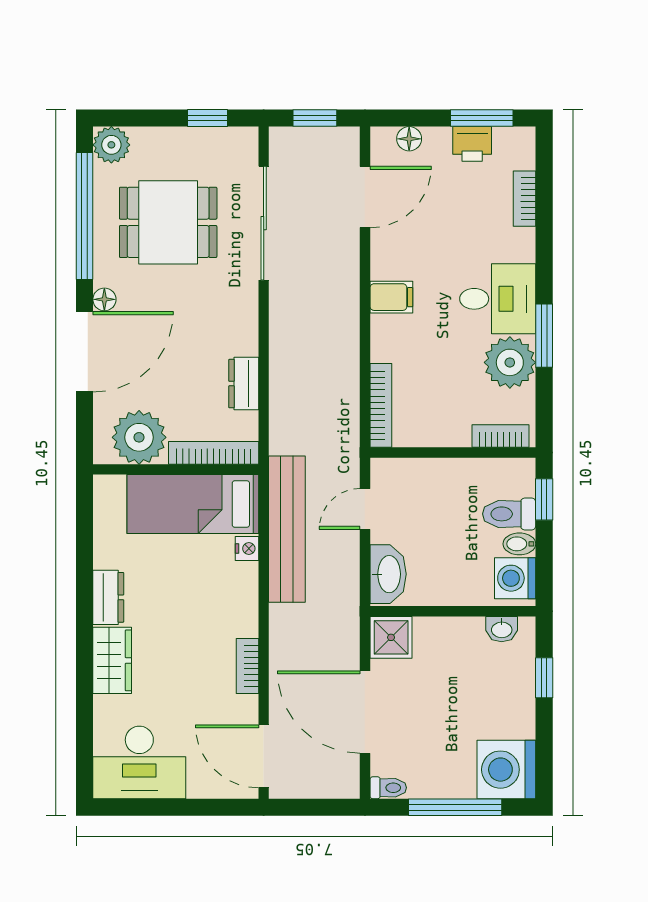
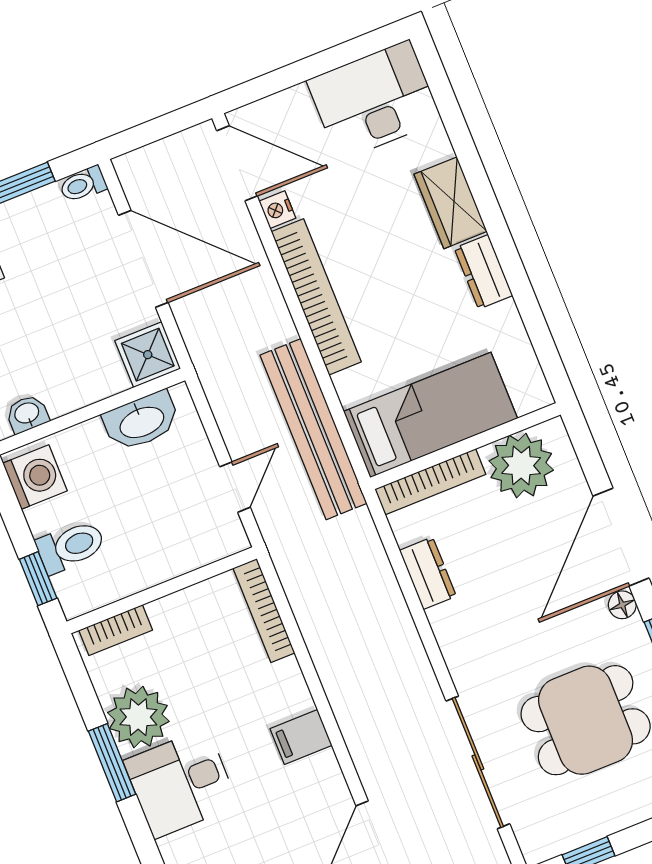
bidet: (519, 544) -> (46, 518), removed
nightstand: (247, 549) -> (277, 210), moved
washbasin: (388, 574) -> (141, 421), moved, turned -90
bookcase: (248, 666) -> (316, 297), width x2.31, depth x1.31

